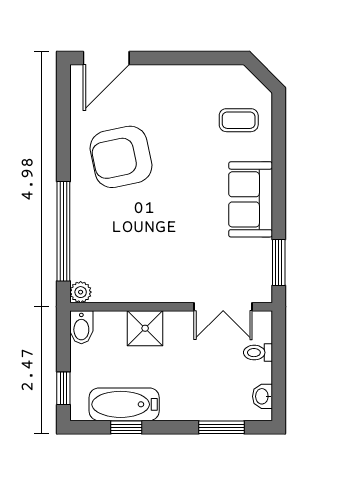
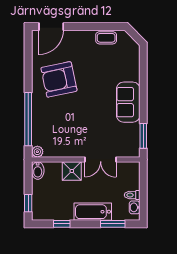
coffee table: (239, 120) -> (106, 38), moved
double door: (223, 307) -> (101, 160), moved
toilet: (258, 353) -> (132, 195), moved
bathtub: (124, 404) -> (93, 212), moved

